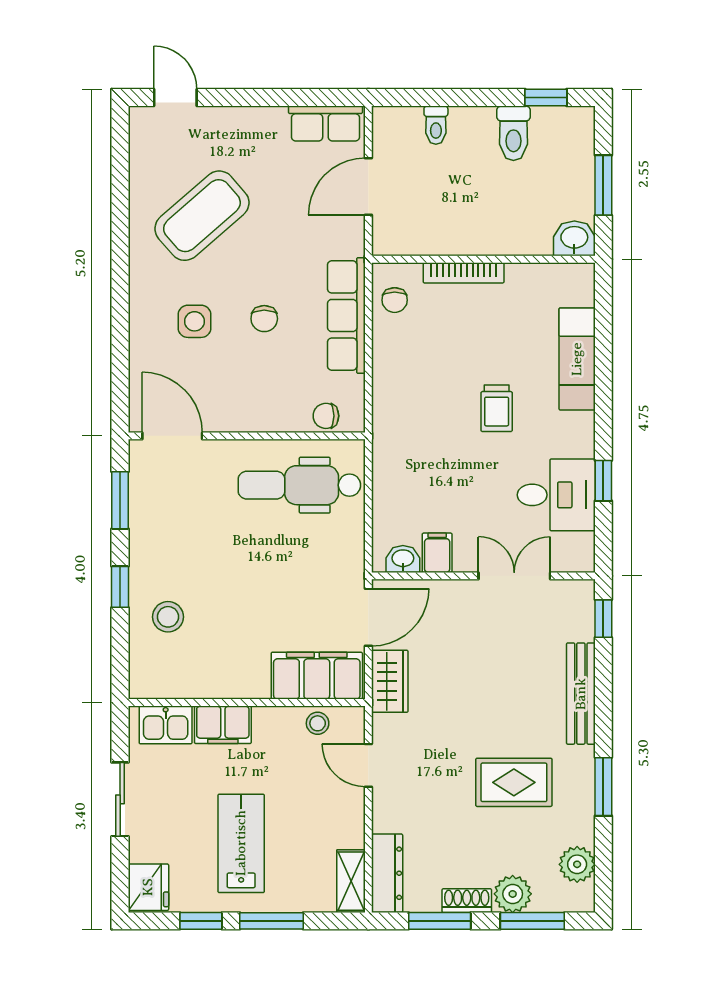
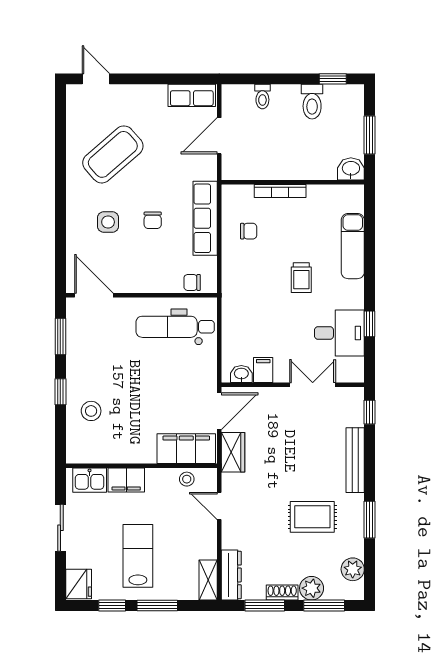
chair: (395, 300) -> (249, 231), moved, turned -90

